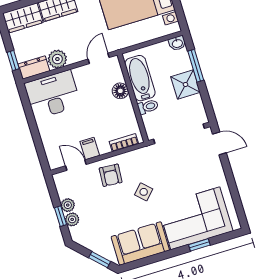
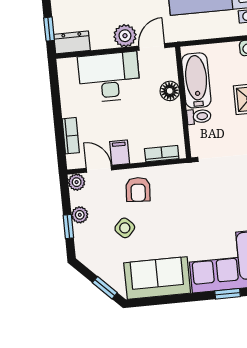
plant: (57, 59) -> (125, 36), moved
desk: (53, 95) -> (109, 77), moved
bookcase: (48, 143) -> (71, 136), added
side table: (144, 192) -> (125, 228), moved
plant: (72, 219) -> (77, 182), moved

